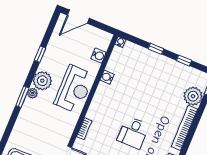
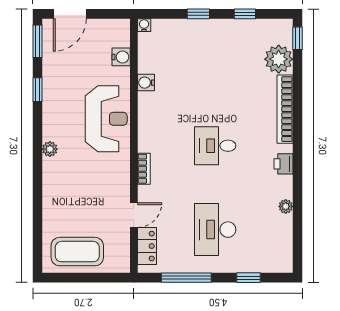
plant: (42, 81) -> (56, 126), removed
window: (22, 97) -> (37, 41), moved
desk: (133, 133) -> (215, 146), turned 90

